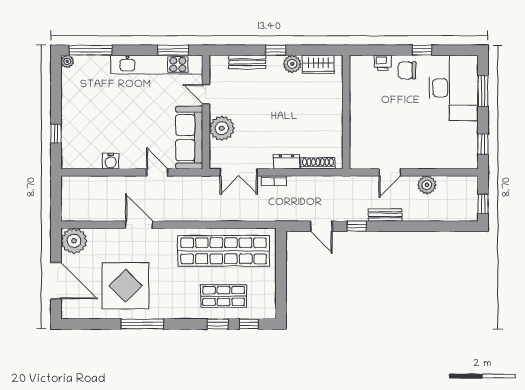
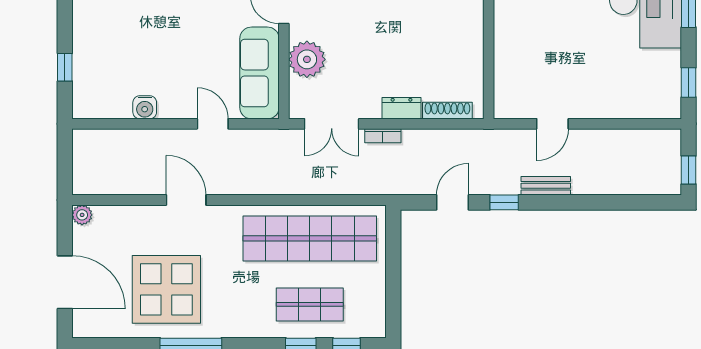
plant: (427, 185) -> (607, 142), removed
door: (321, 226) -> (453, 202), swing flipped
plant: (74, 241) -> (82, 215), width x0.53, depth x0.53

